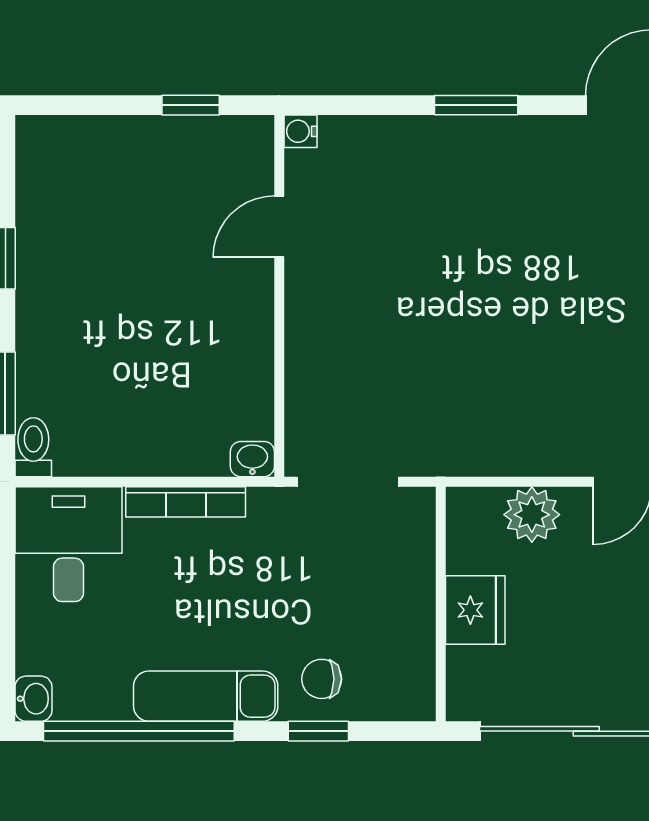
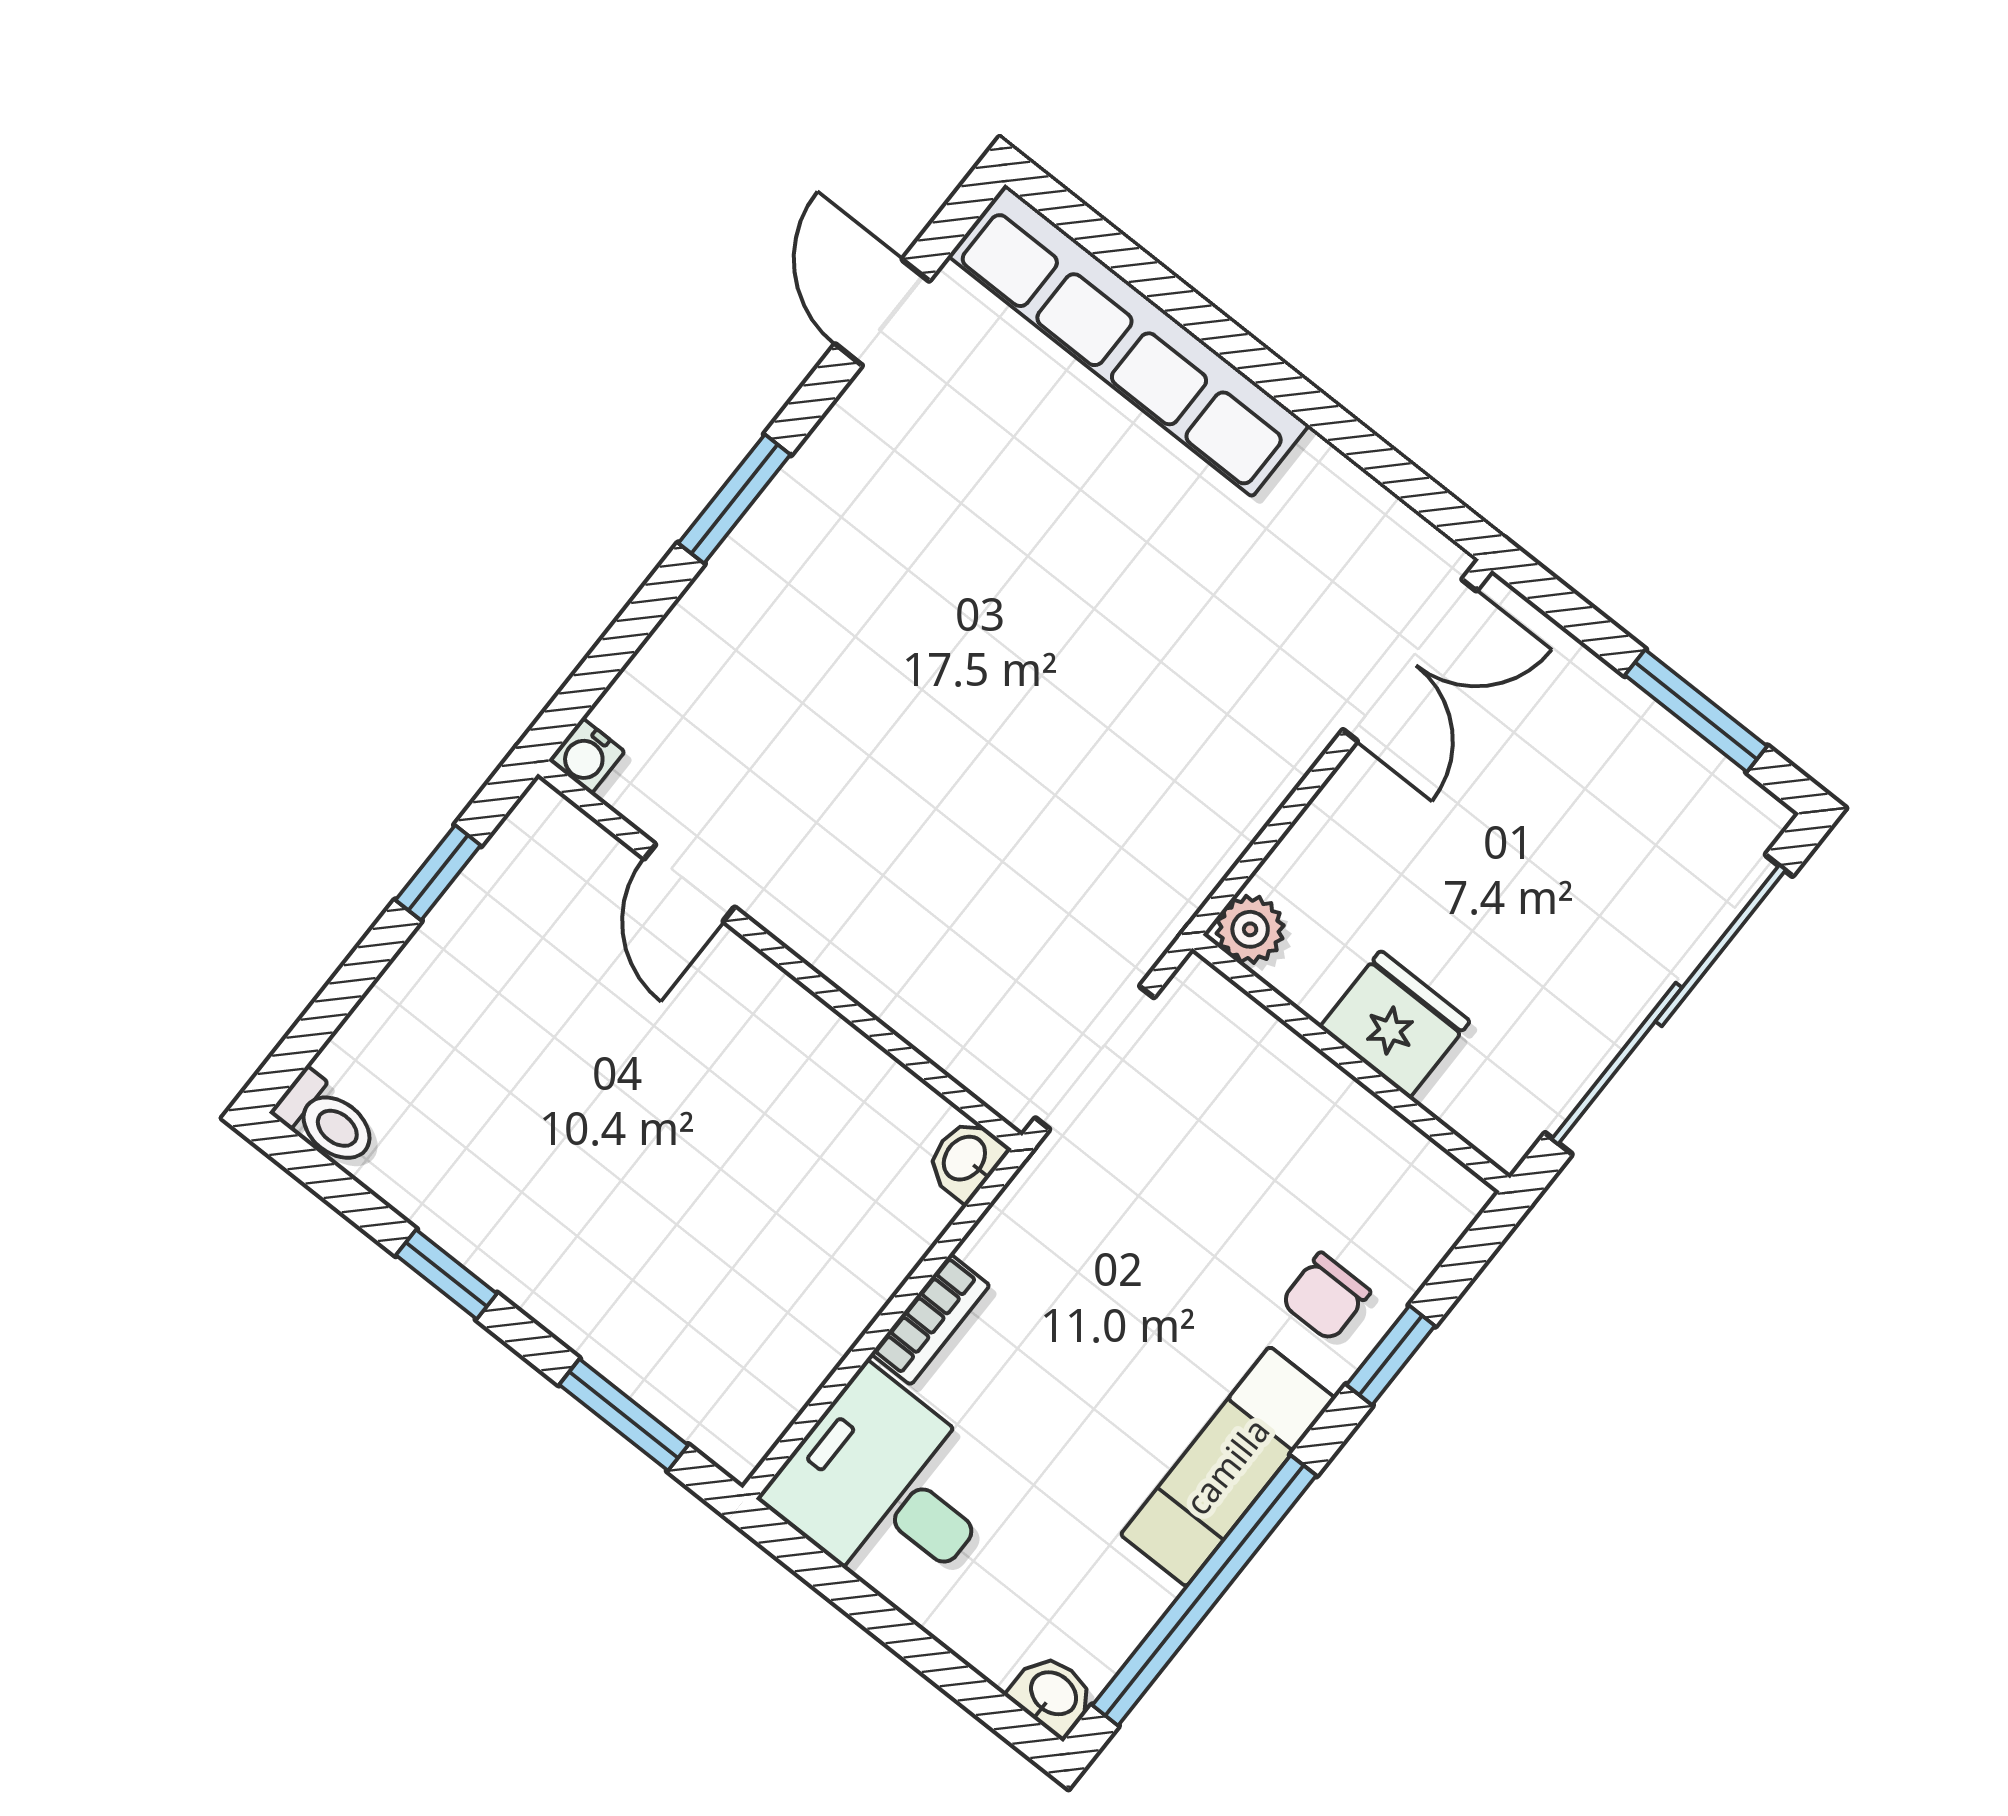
toilet: (33, 447) -> (326, 1120), moved, turned 180
bookcase: (186, 502) -> (930, 1319), width x0.64
plant: (532, 515) -> (1250, 929), moved, width x0.73, depth x0.73

